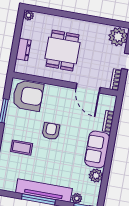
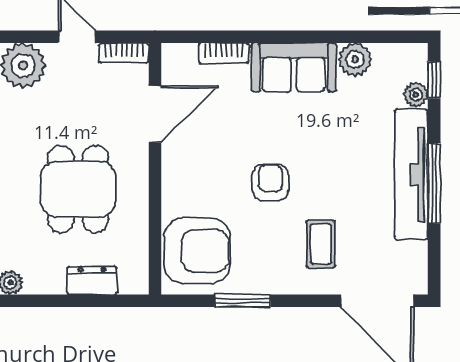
dining table: (62, 50) -> (78, 189), turned 90
armchair: (28, 96) -> (197, 251), turned 90
armchair: (51, 131) -> (270, 183), turned 90

